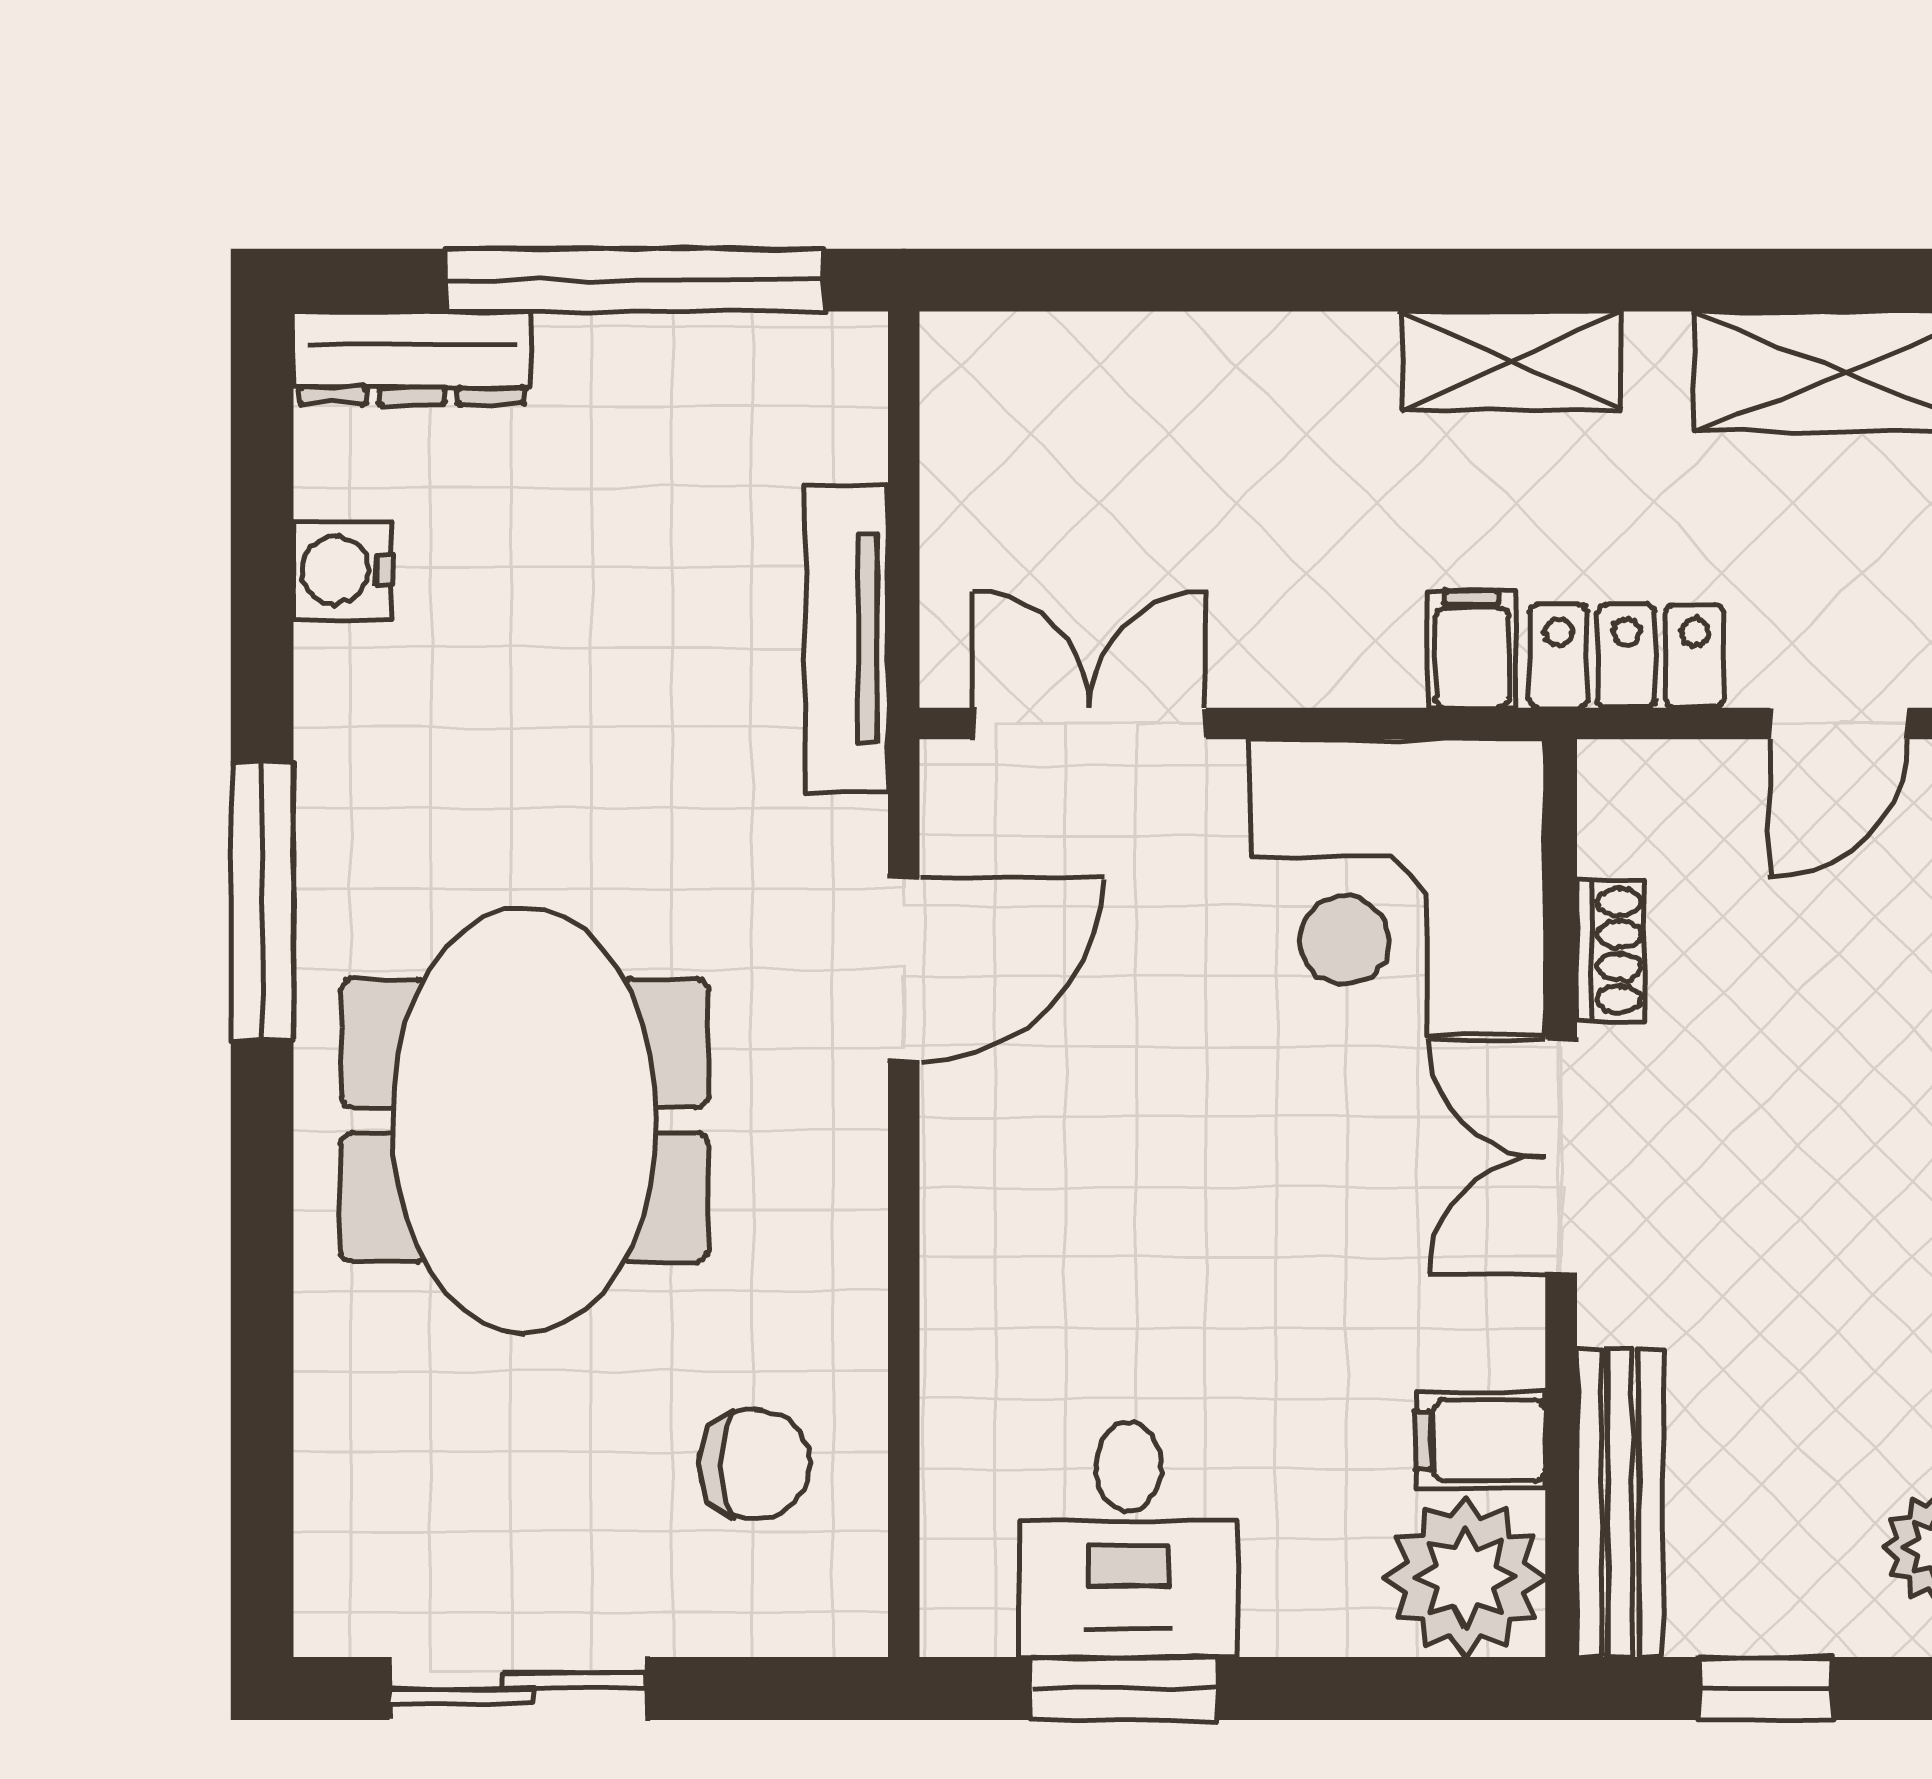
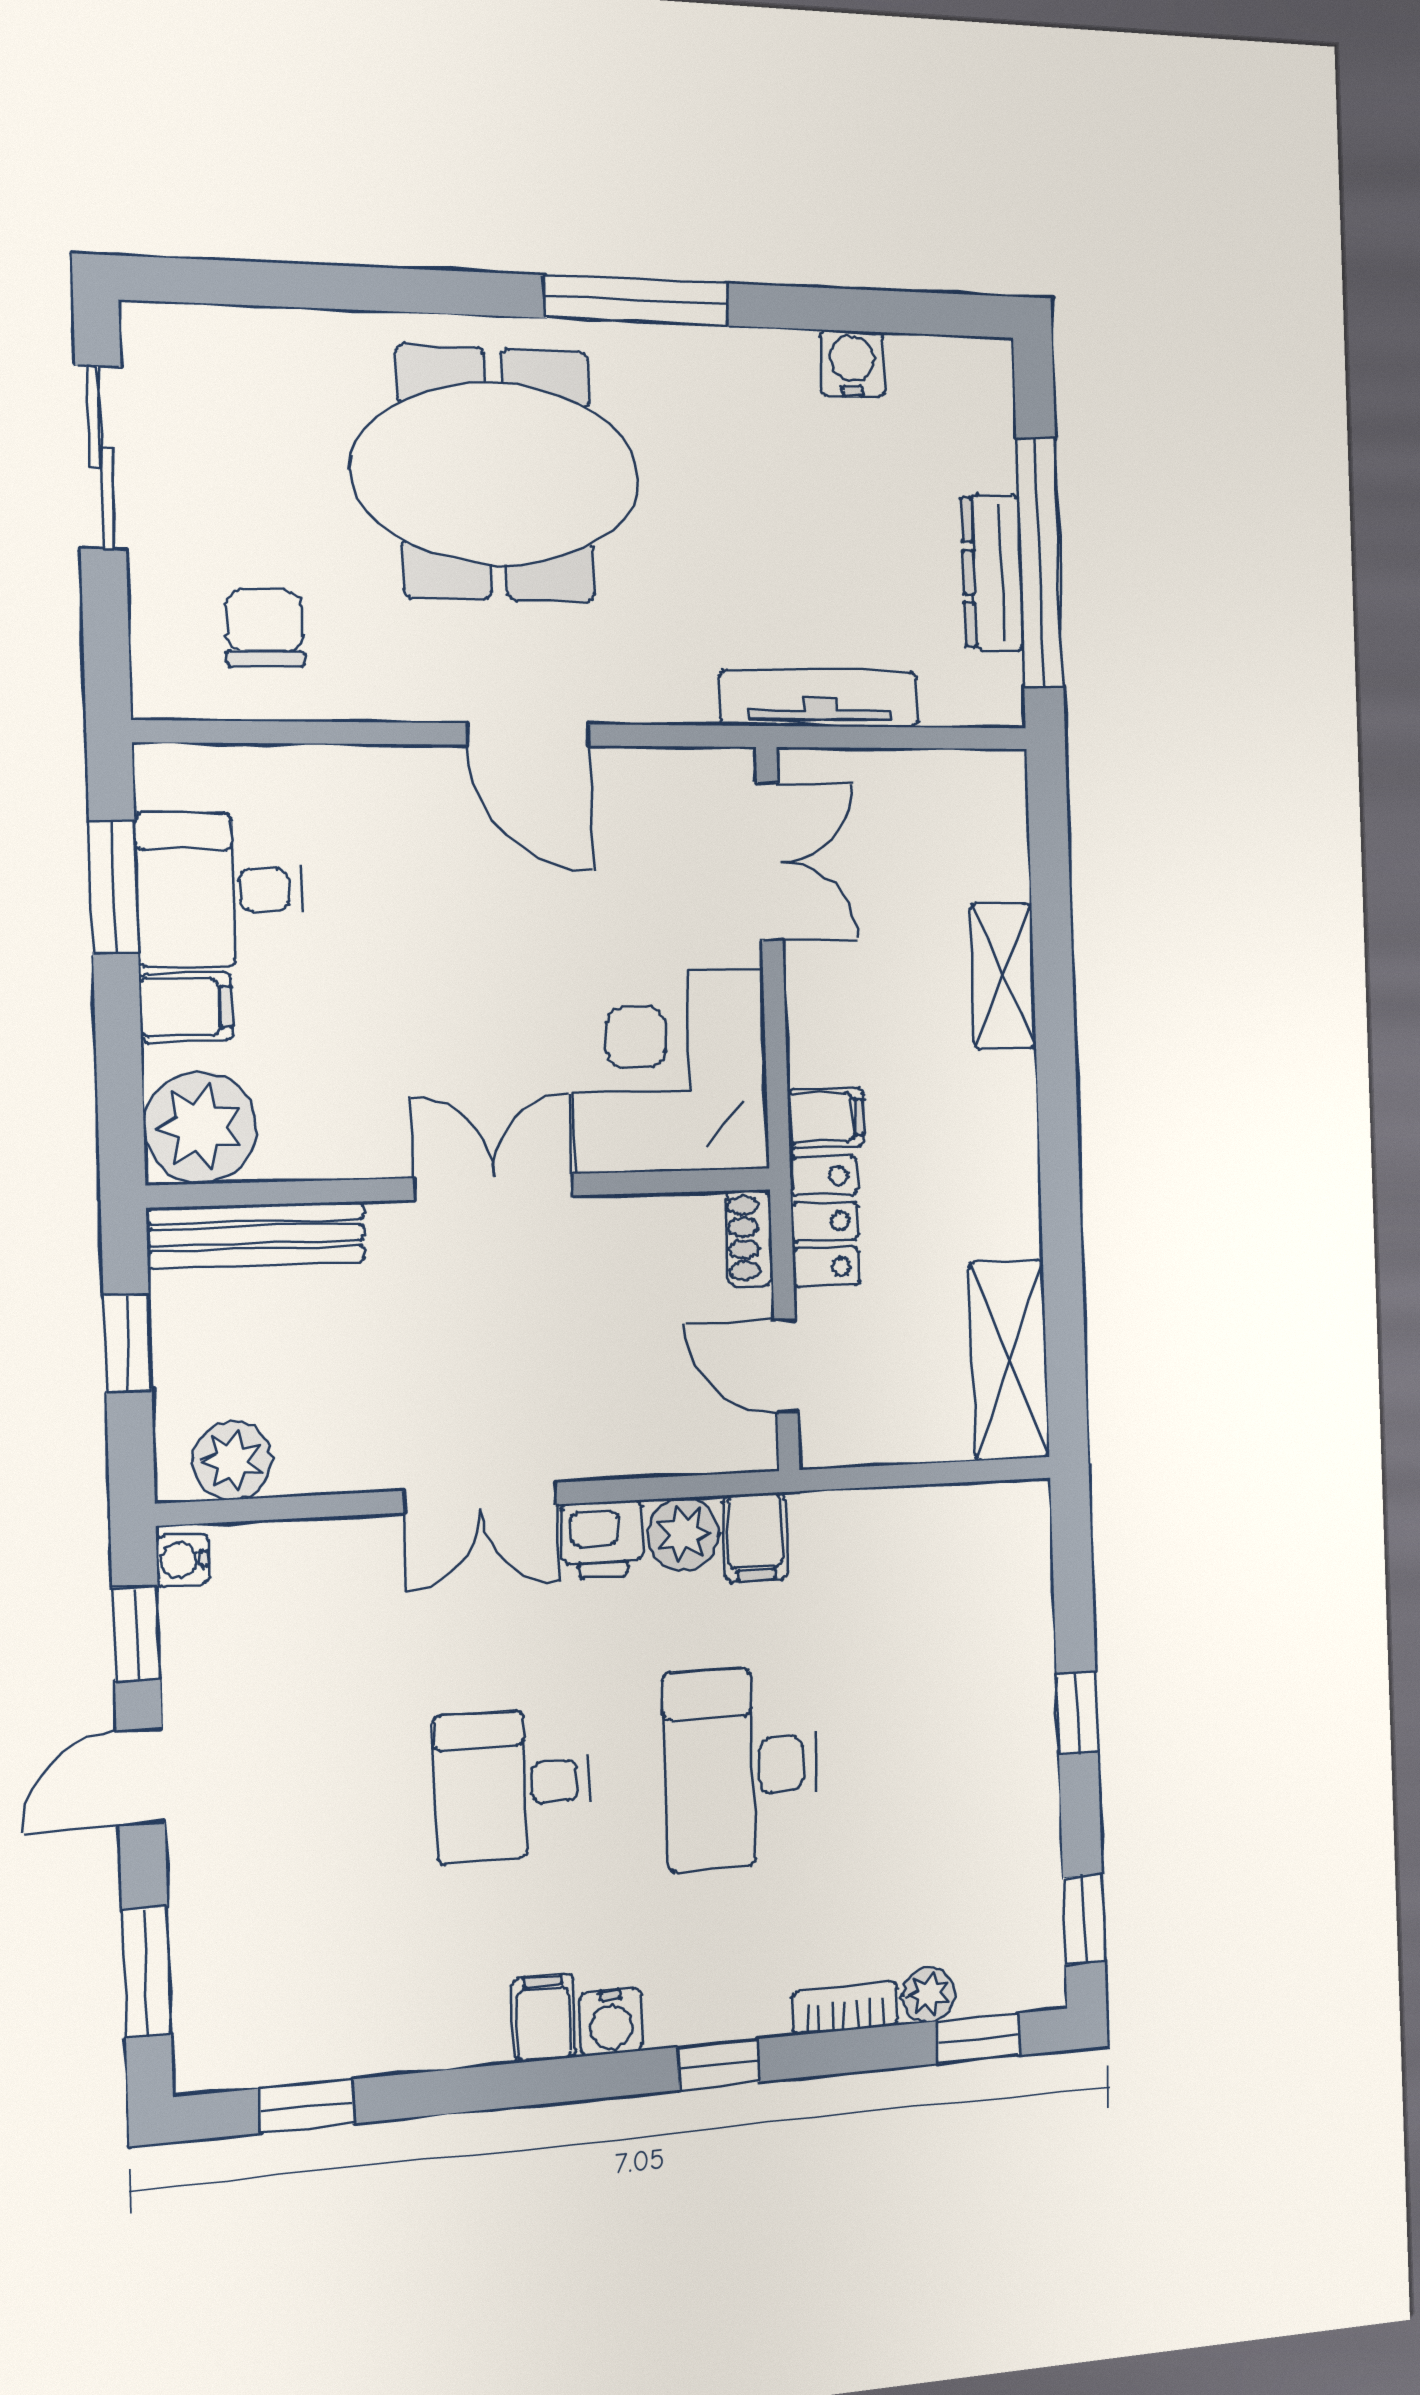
dresser: (412, 358) -> (992, 573), moved
shelving: (1512, 361) -> (1003, 976), moved
shoe rack: (1611, 951) -> (749, 1238), moved, turned 90
door: (904, 970) -> (528, 734), moved
filing cabinet: (1481, 1440) -> (186, 1007), moved, turned 90
chair: (755, 1464) -> (265, 628), turned 180

